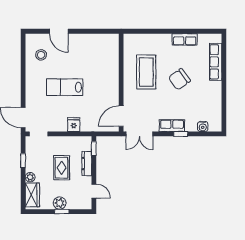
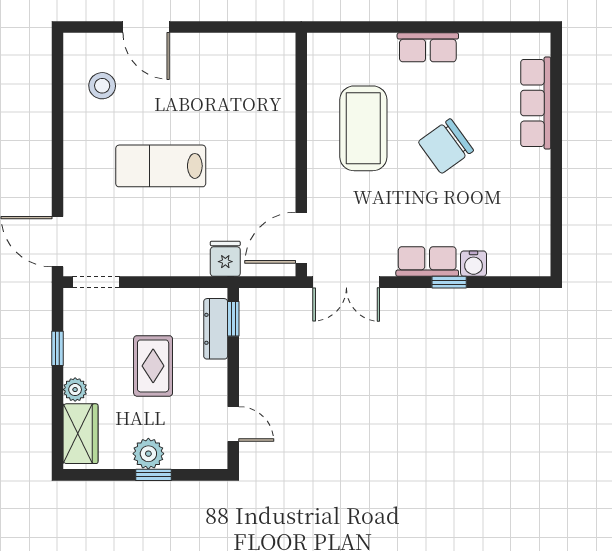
row of seats: (185, 39) -> (428, 47), moved
fridge: (74, 125) -> (225, 259), moved
water cooler: (203, 127) -> (474, 264), moved
dresser: (87, 164) -> (216, 329), moved

